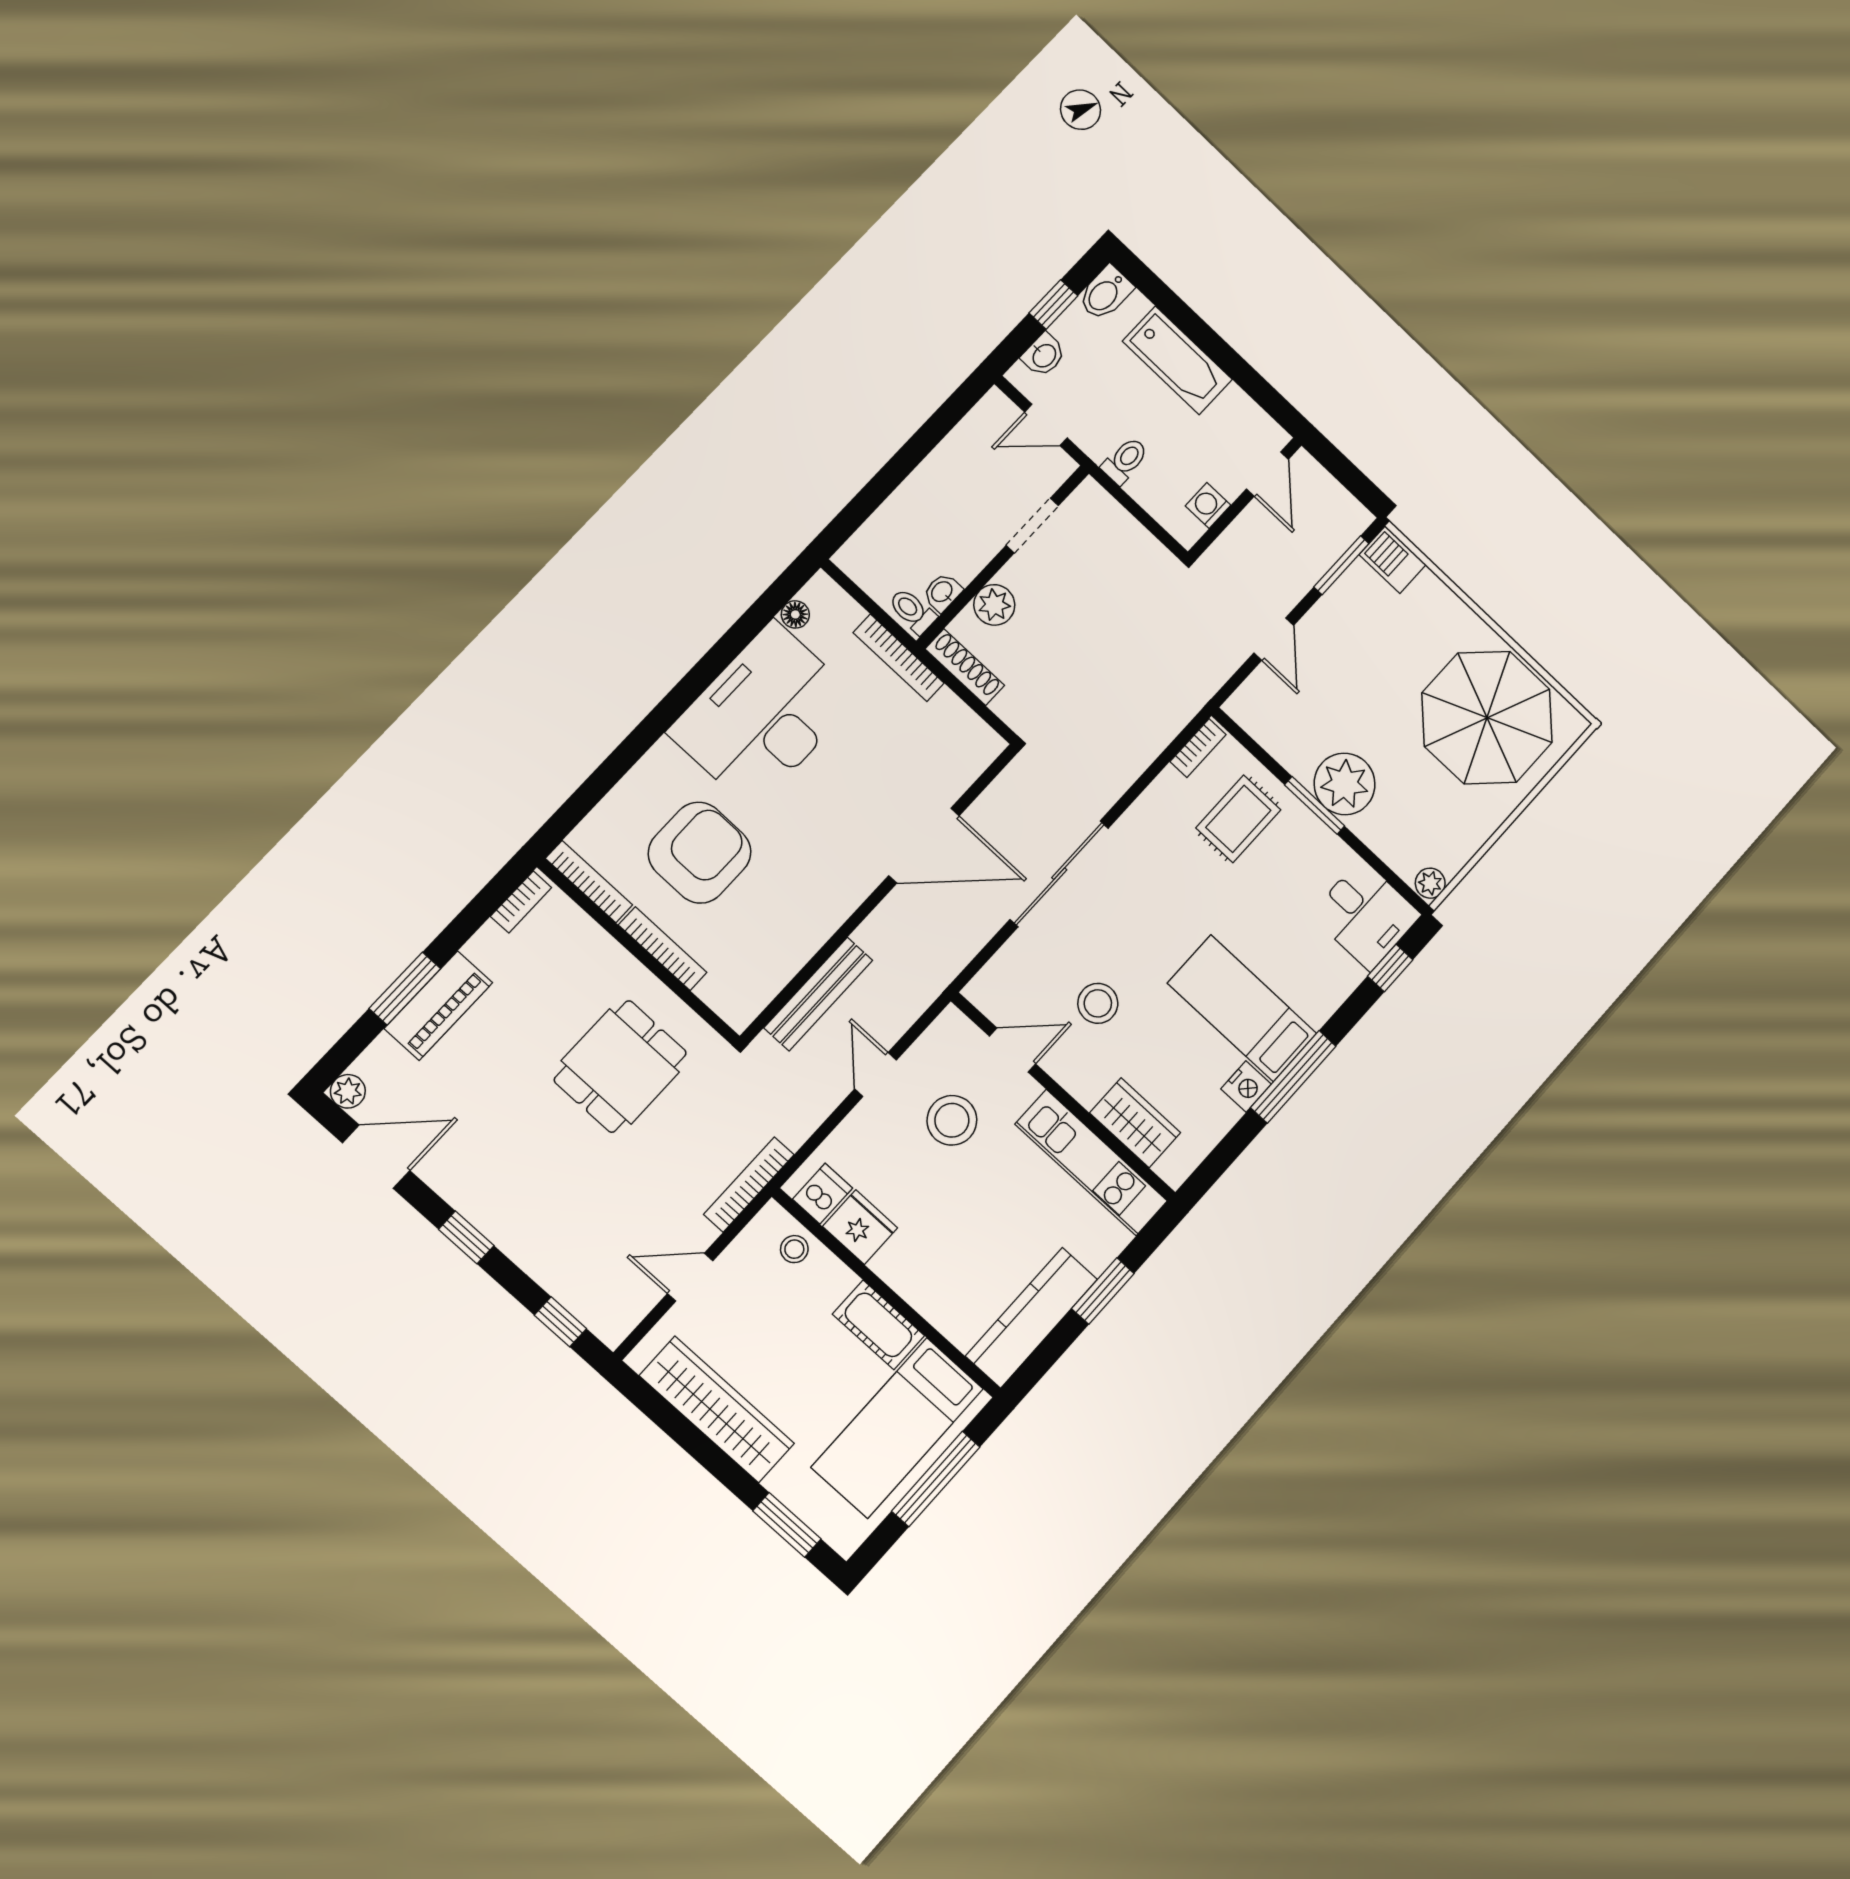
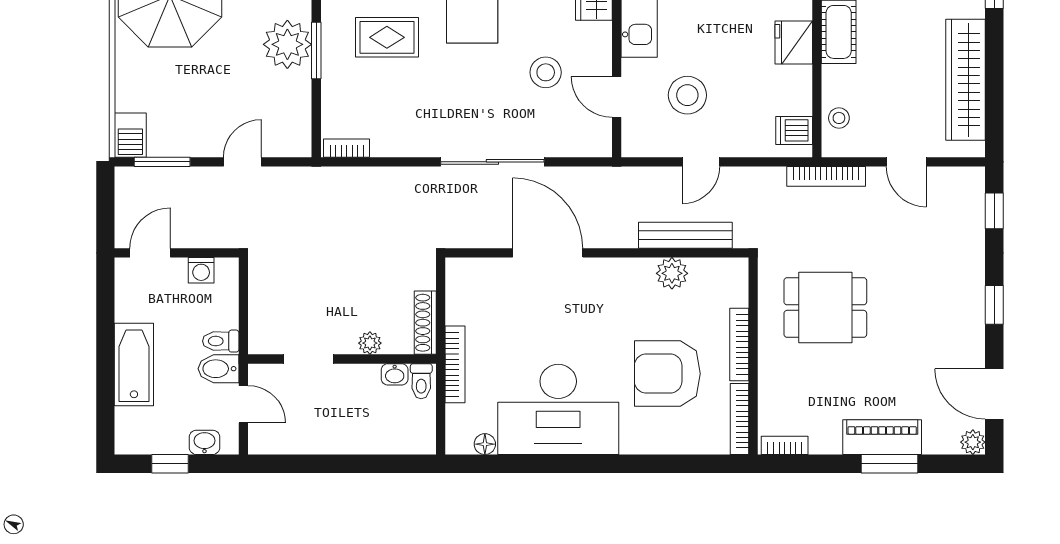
bidet: (1105, 293) -> (219, 369), moved, turned 180
plant: (994, 605) -> (370, 343), width x0.73, depth x0.73
rug: (1238, 819) -> (387, 37), moved
plant: (793, 947) -> (672, 273), added
fridge: (860, 1227) -> (794, 42), moved

